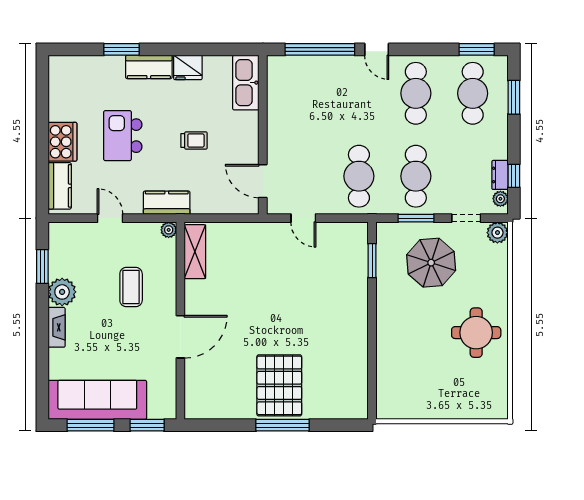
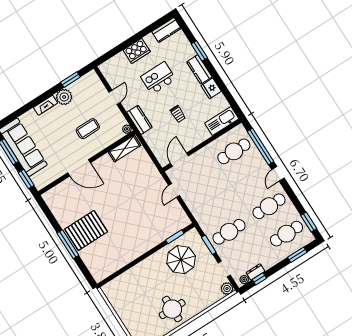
cafe table: (359, 176) -> (234, 151), moved
kitchen counter: (60, 186) -> (166, 30), moved
parasol: (431, 263) -> (181, 260), moved

